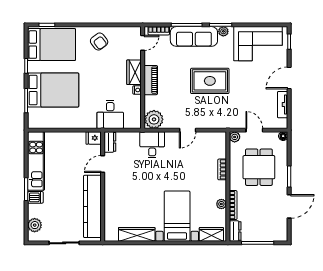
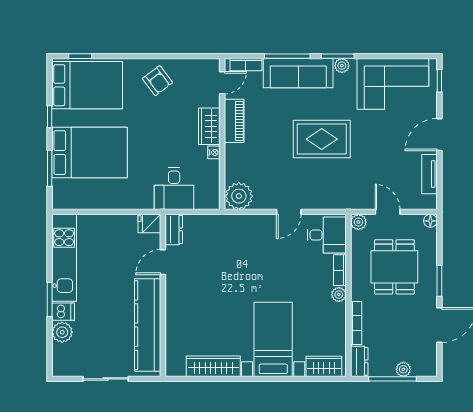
piano: (151, 80) -> (234, 121), moved
desk: (152, 145) -> (327, 235), moved, turned 90
plant: (221, 204) -> (339, 295), moved
plant: (35, 225) -> (62, 332), moved
plant: (265, 236) -> (403, 369), added

